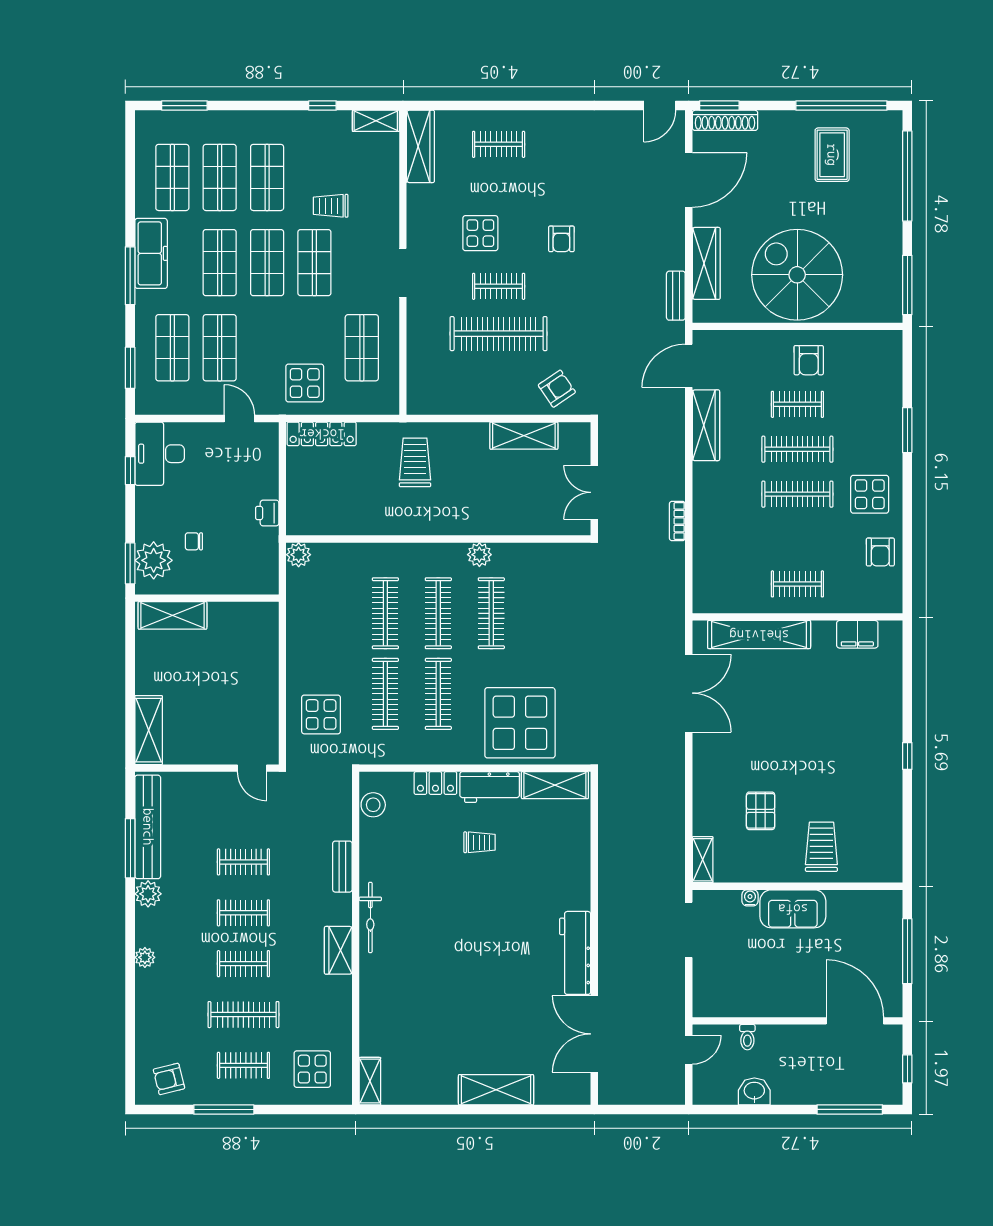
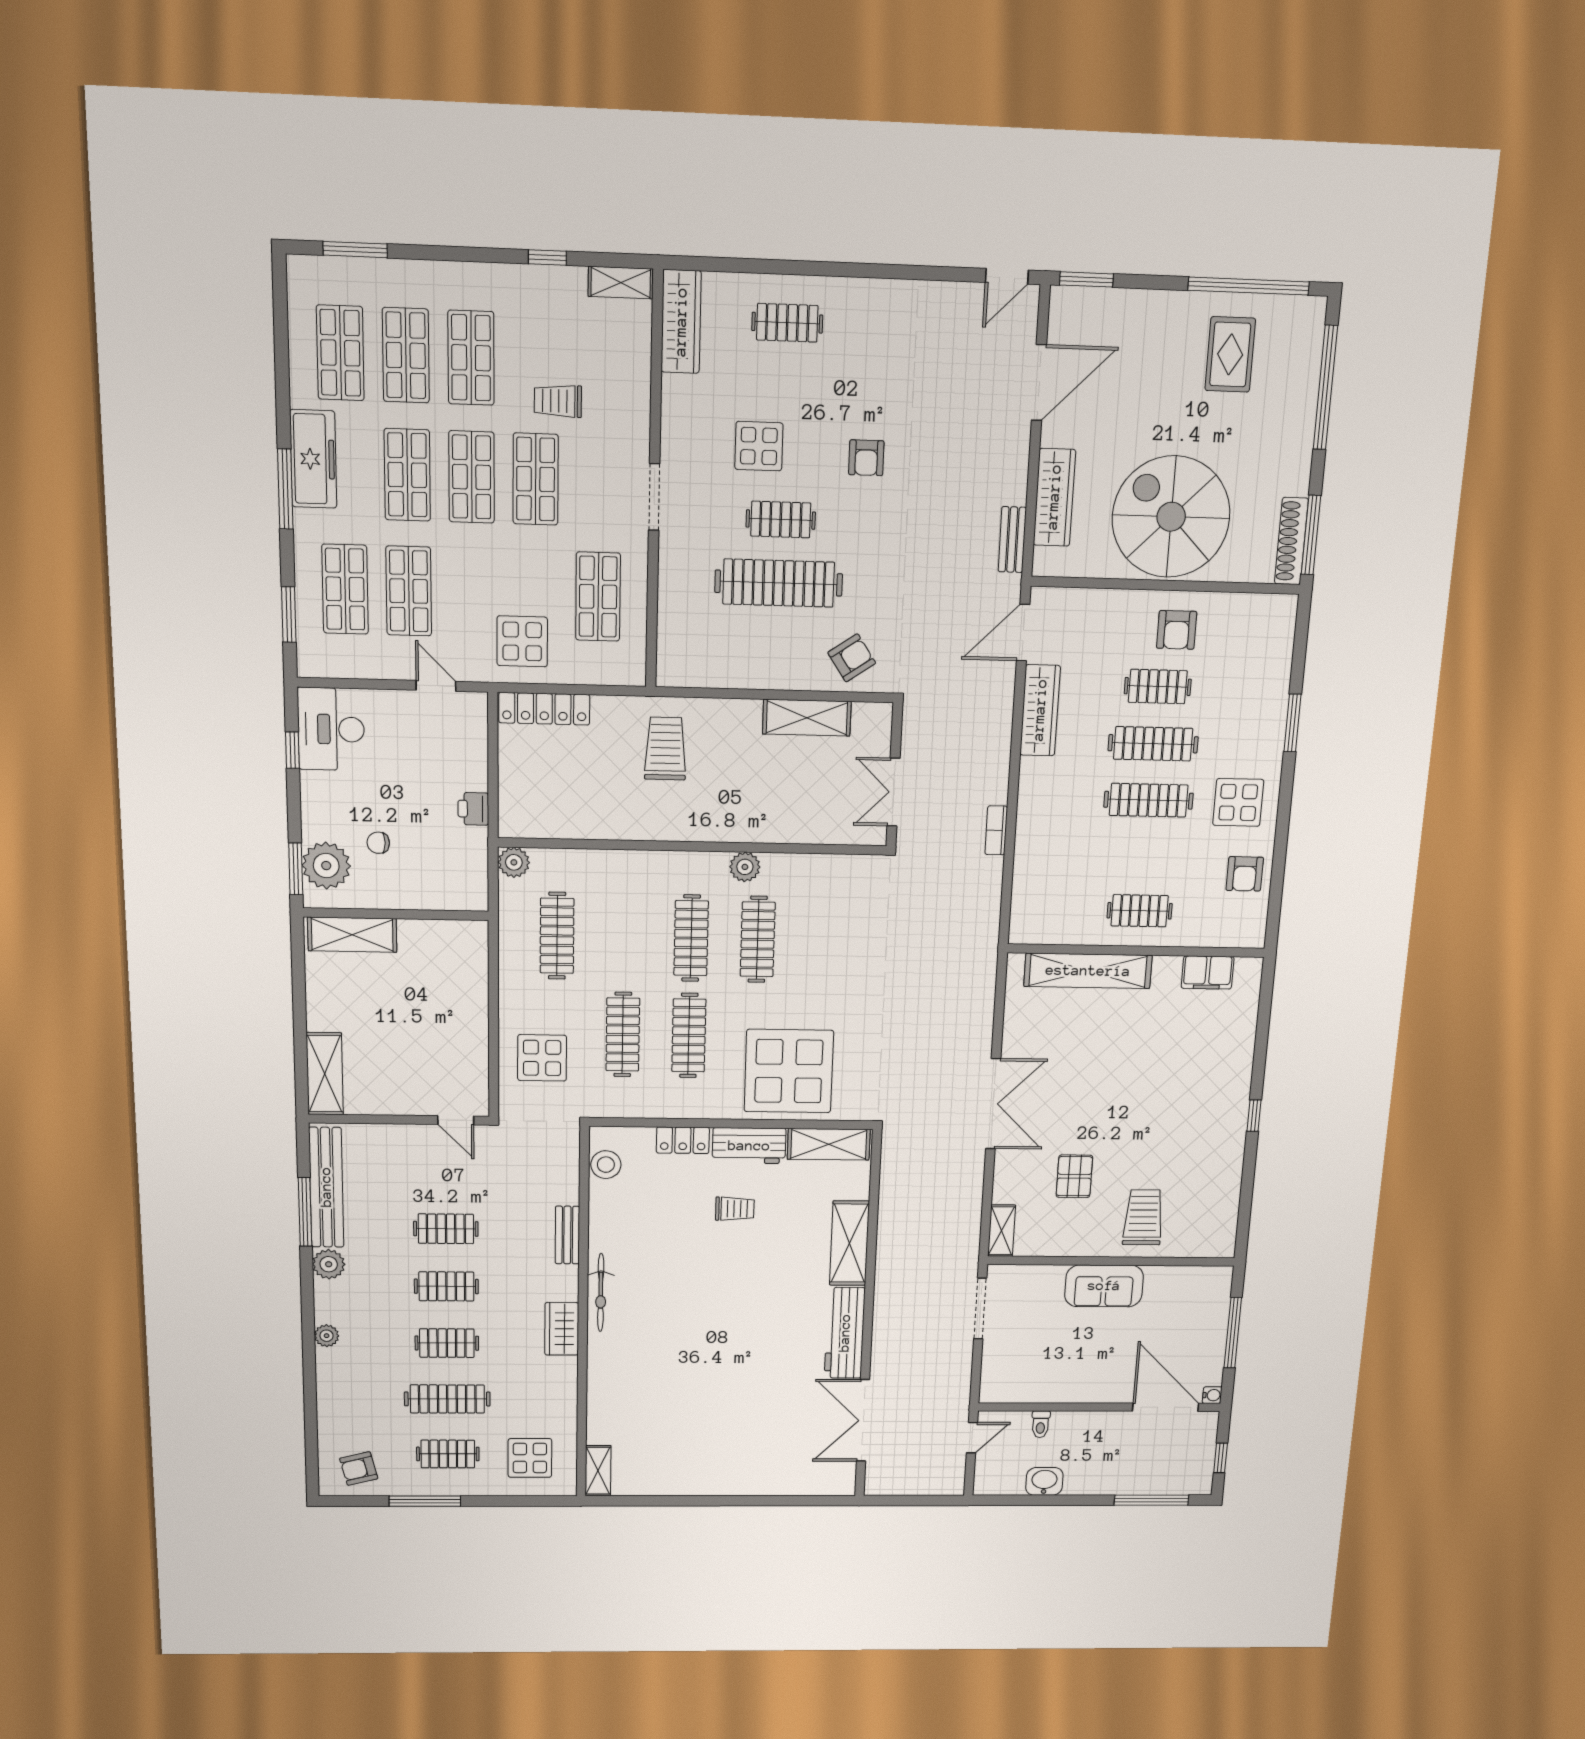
shoe rack: (725, 120) -> (1291, 541), moved, turned 90
clothes rail: (385, 613) -> (557, 936), moved
double door: (689, 693) -> (993, 1104), moved
water cooler: (750, 898) -> (1212, 1395), moved, turned 90
shelving: (496, 1090) -> (849, 1243), moved, turned 90

